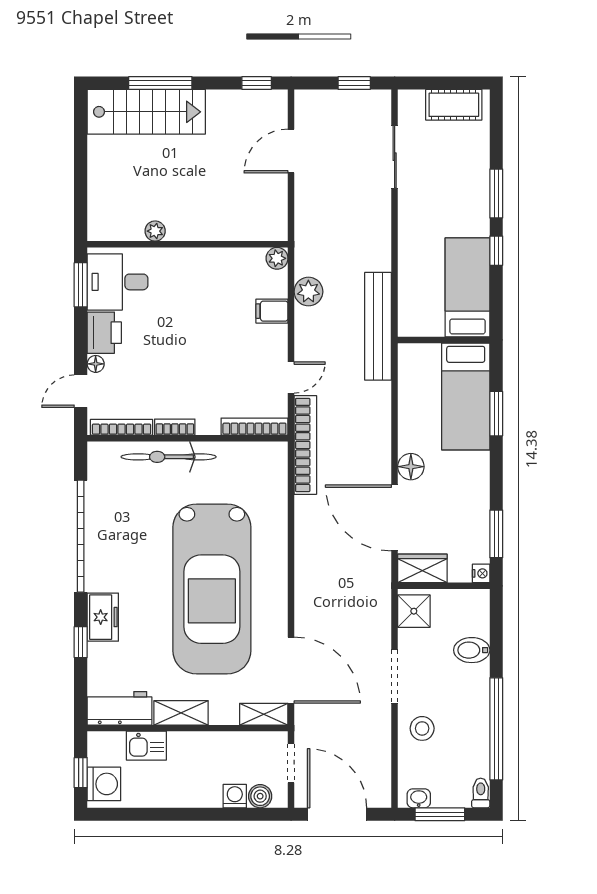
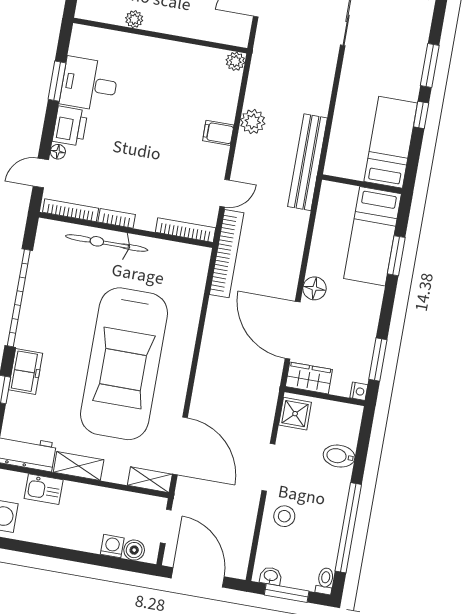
plant: (155, 231) -> (134, 19), moved
wall: (188, 244) -> (160, 36), moved
plant: (277, 258) -> (235, 61), moved

